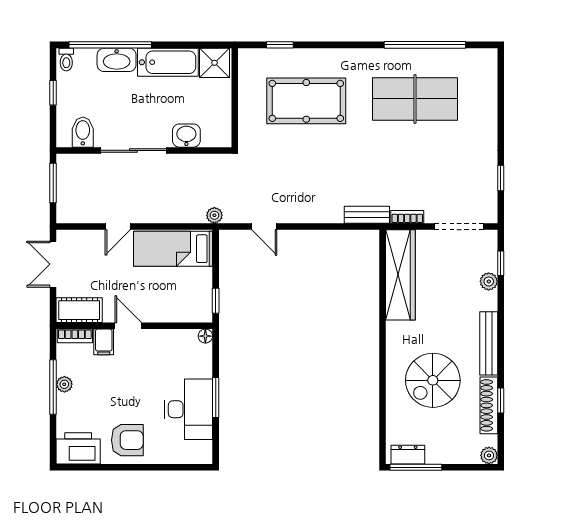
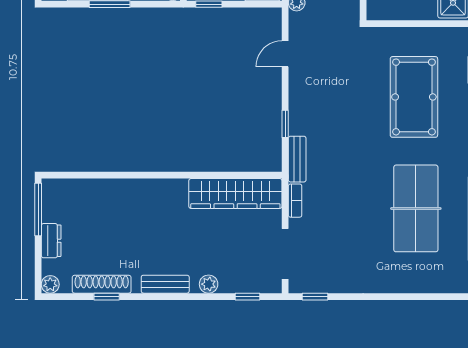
window: (501, 178) -> (315, 297), moved
window: (332, 226) -> (285, 124), added
plant: (489, 281) -> (209, 284), moved
bench: (489, 343) -> (165, 284), width x0.73
spiral stairs: (433, 380) -> (127, 227), removed
dresser: (408, 455) -> (51, 241), moved

